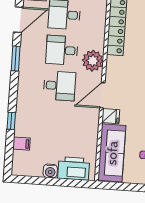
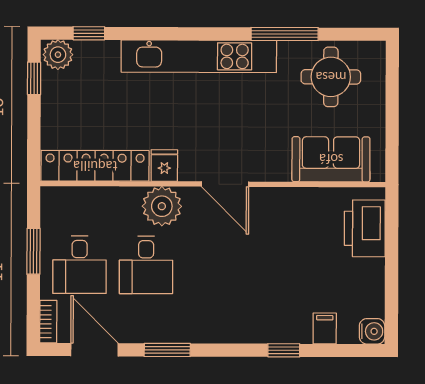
desk: (59, 86) -> (212, 265), removed
fridge: (111, 116) -> (164, 166), moved
sofa: (112, 153) -> (331, 159), width x0.73
water cooler: (50, 171) -> (372, 331), moved

